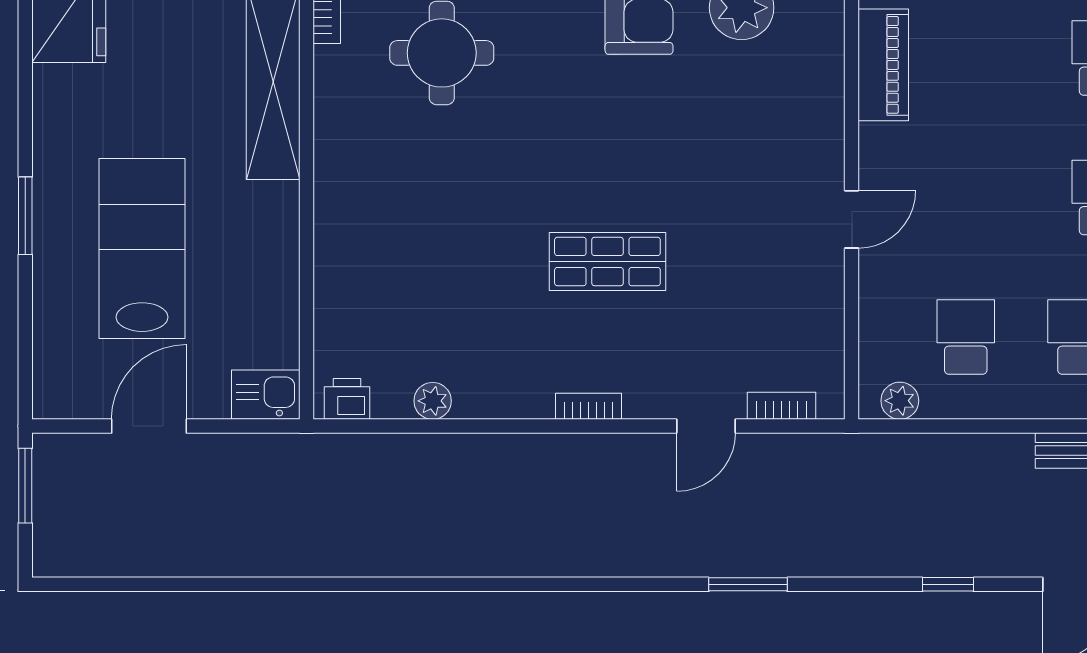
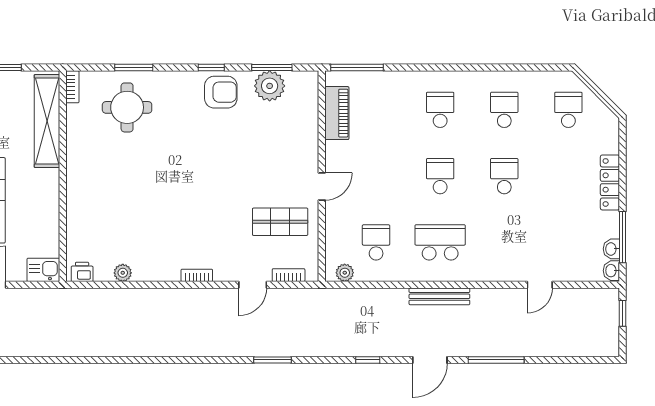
shop shelf: (607, 262) -> (280, 222), moved

